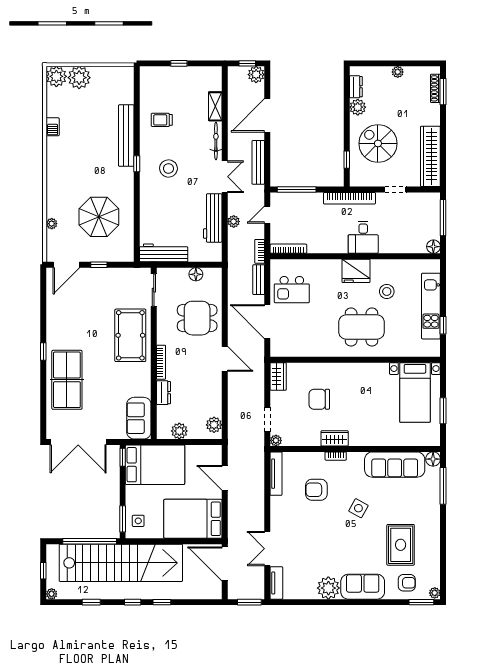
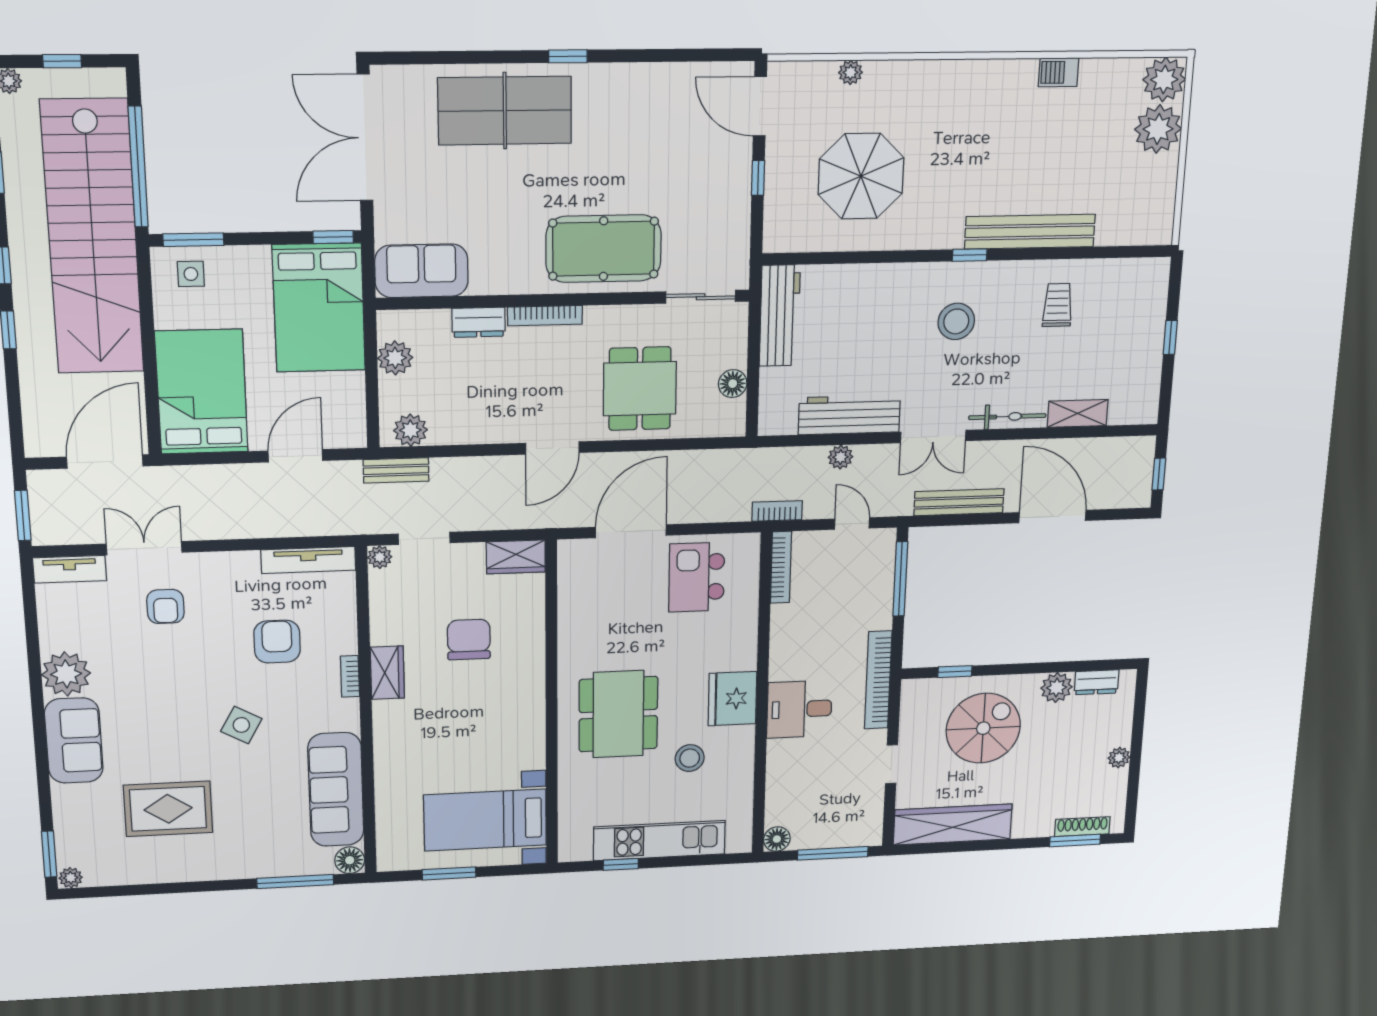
plant: (256, 75) -> (1135, 492), removed
bench: (259, 280) -> (396, 470), moved
armchair: (407, 583) -> (165, 606), moved

